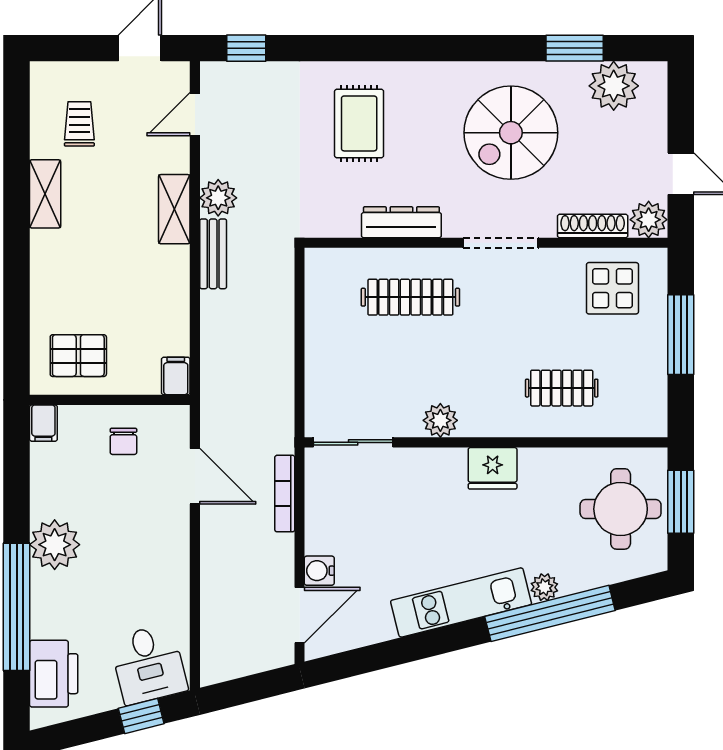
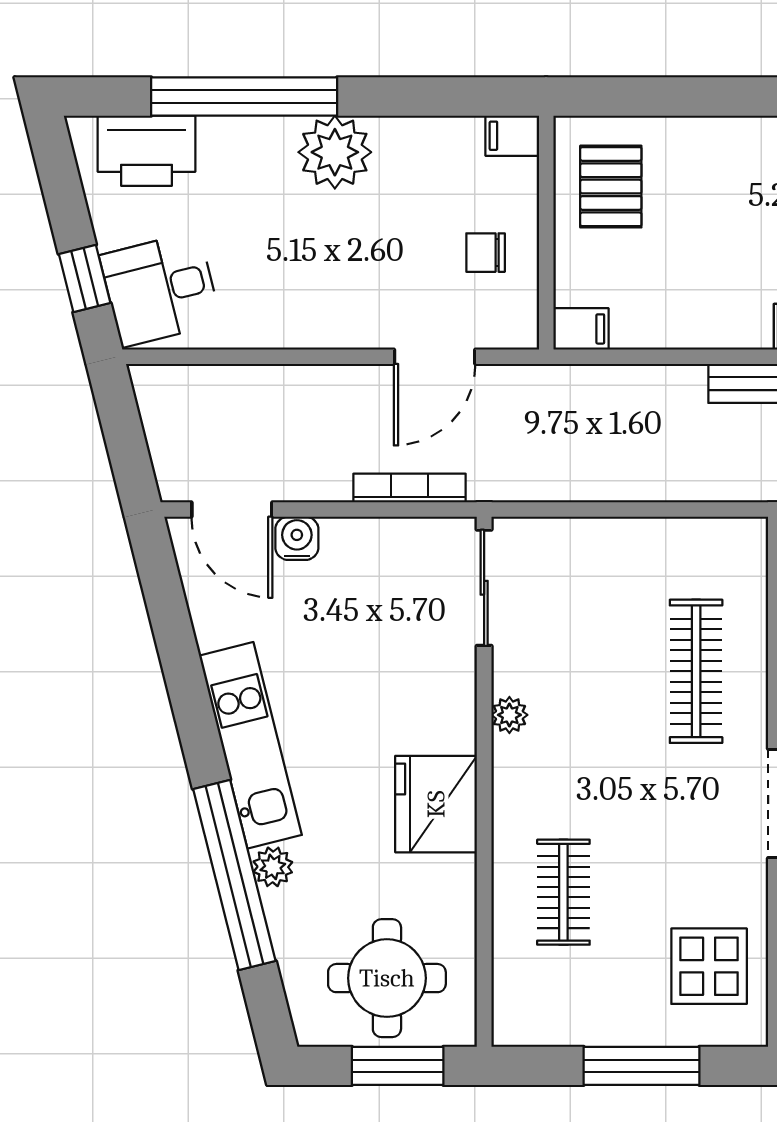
plant: (440, 420) -> (509, 715), width x0.73, depth x0.73
fridge: (493, 468) -> (436, 804), width x1.36, depth x1.34

